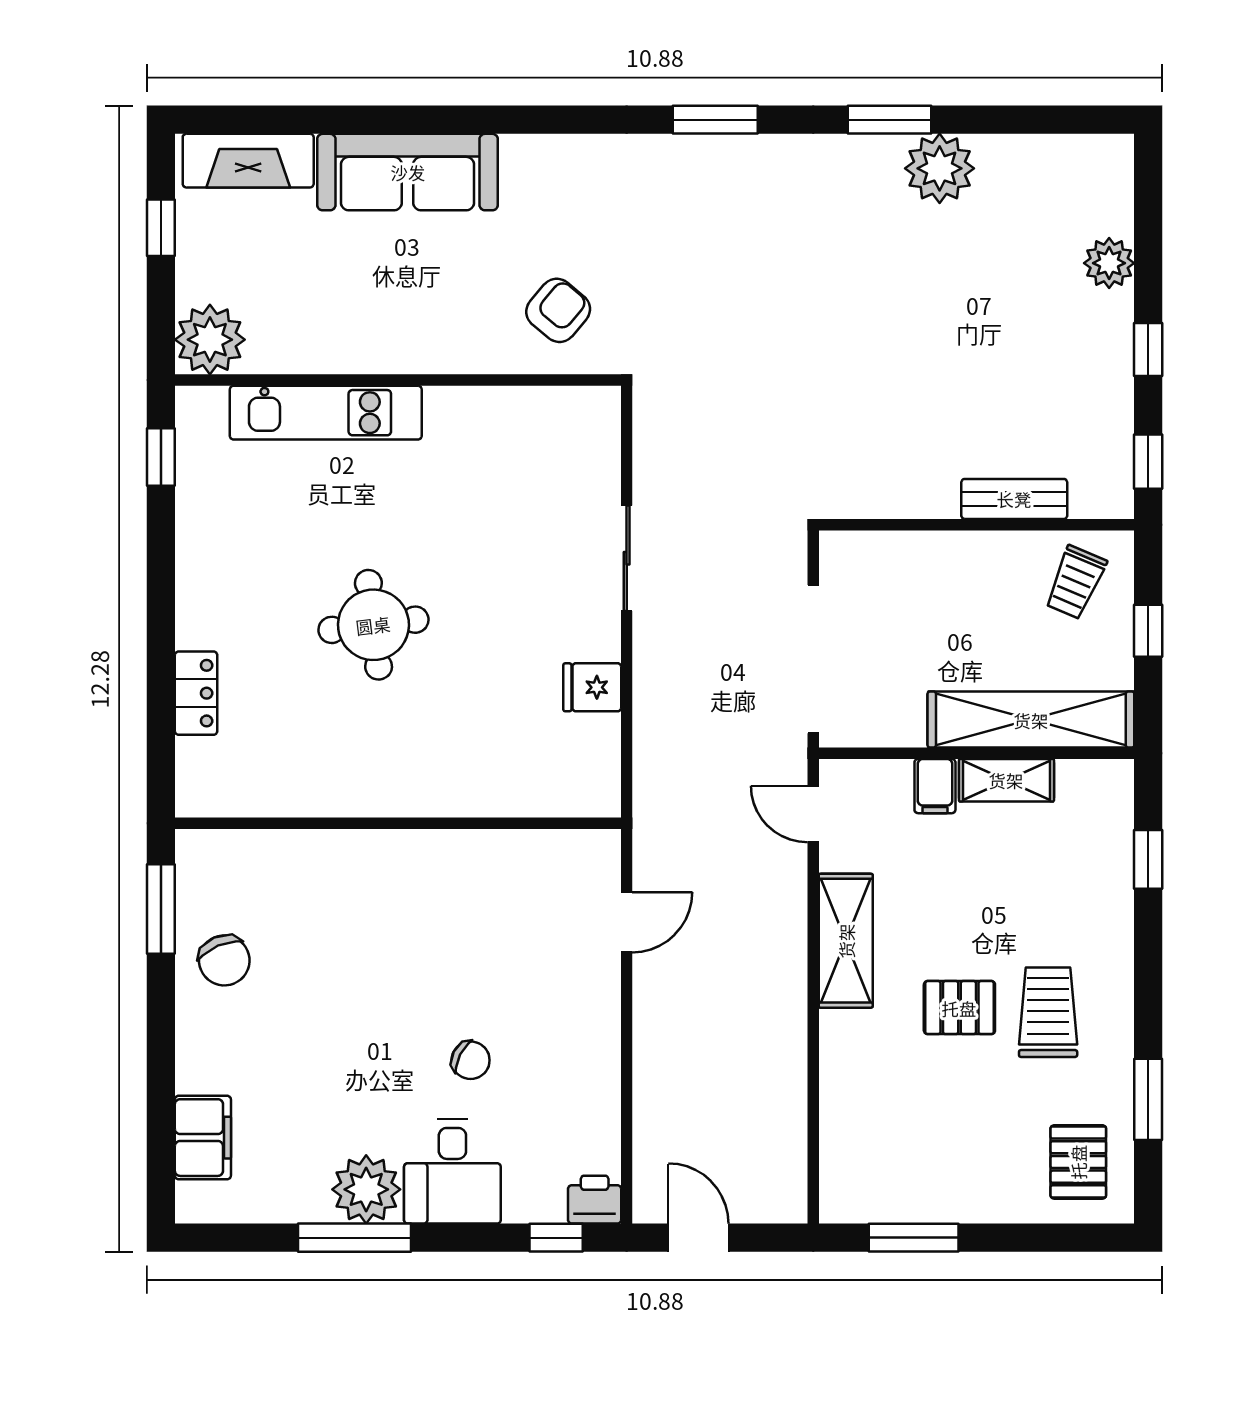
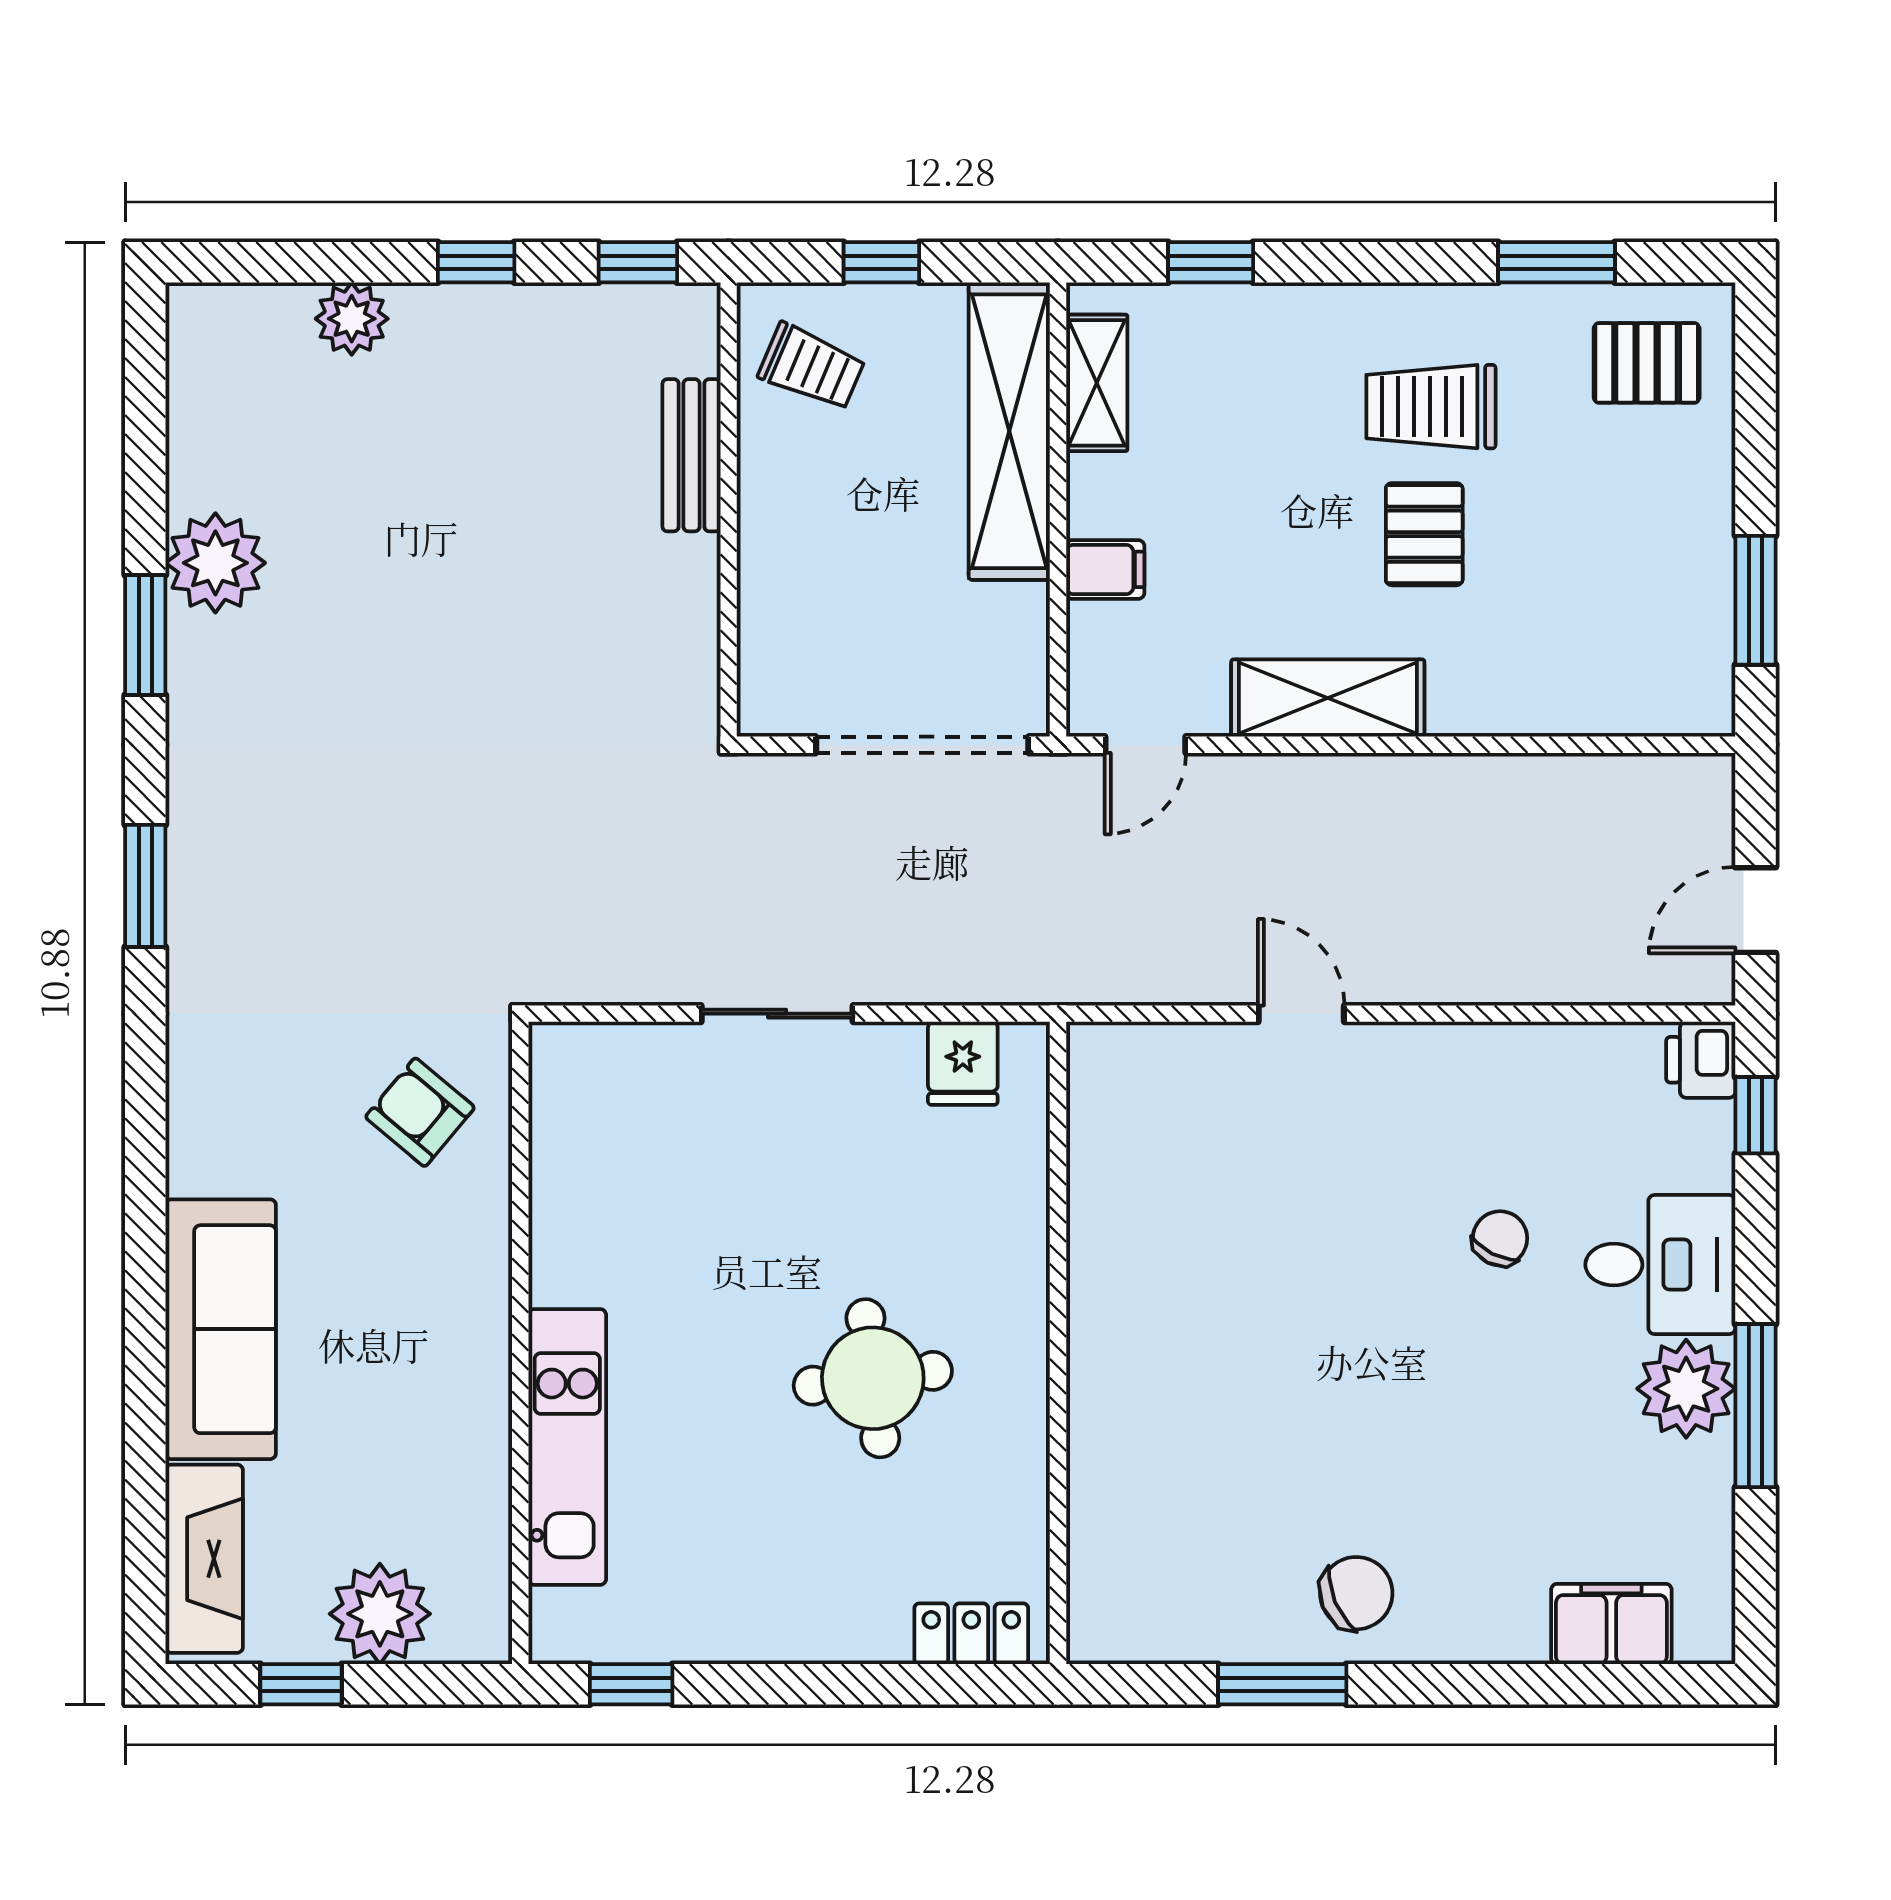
plant: (210, 340) -> (380, 1614), moved
shelving: (1006, 780) -> (1097, 383), moved
wall: (398, 823) -> (1058, 1343), moved

